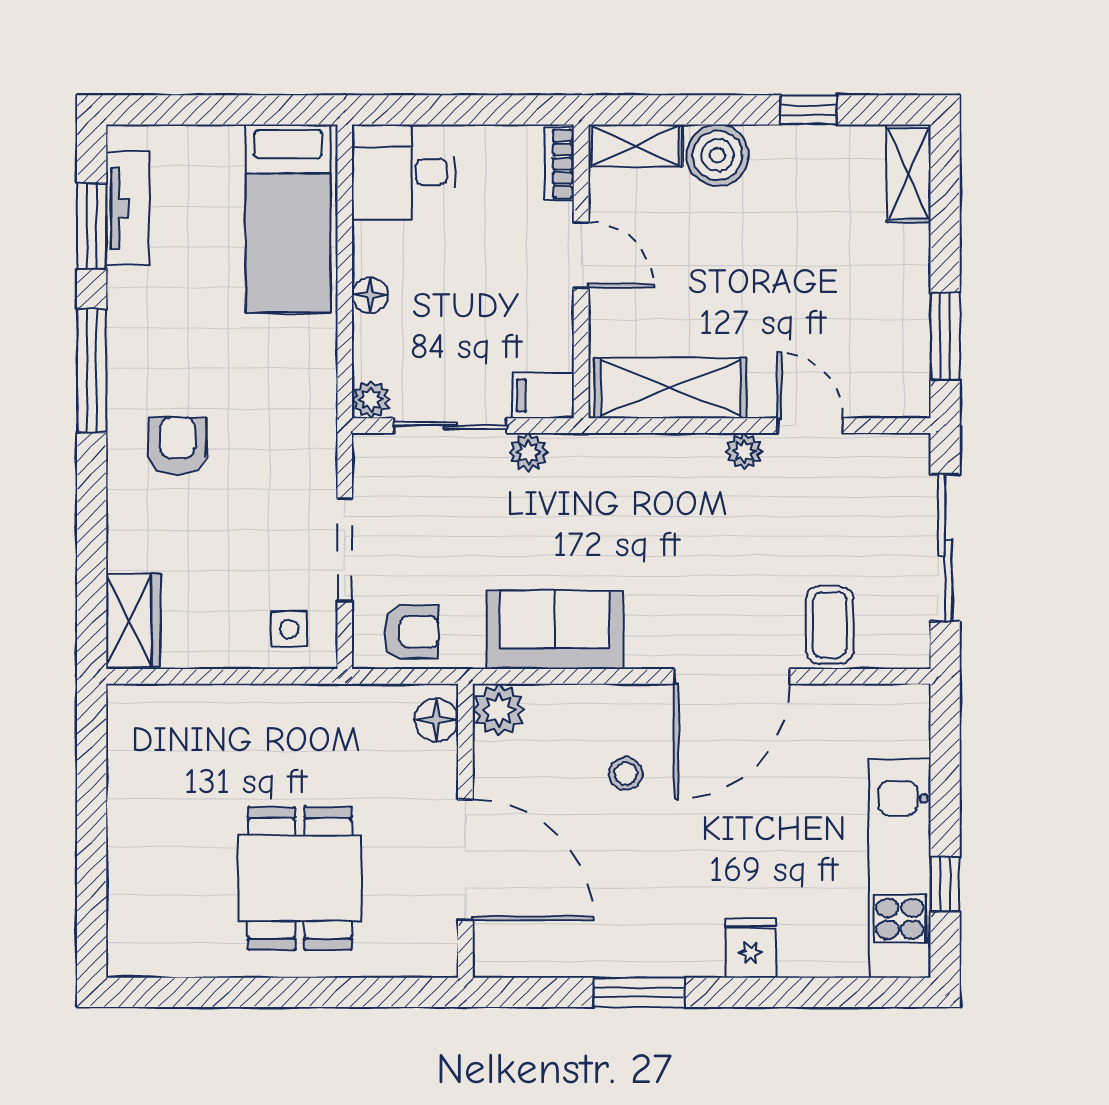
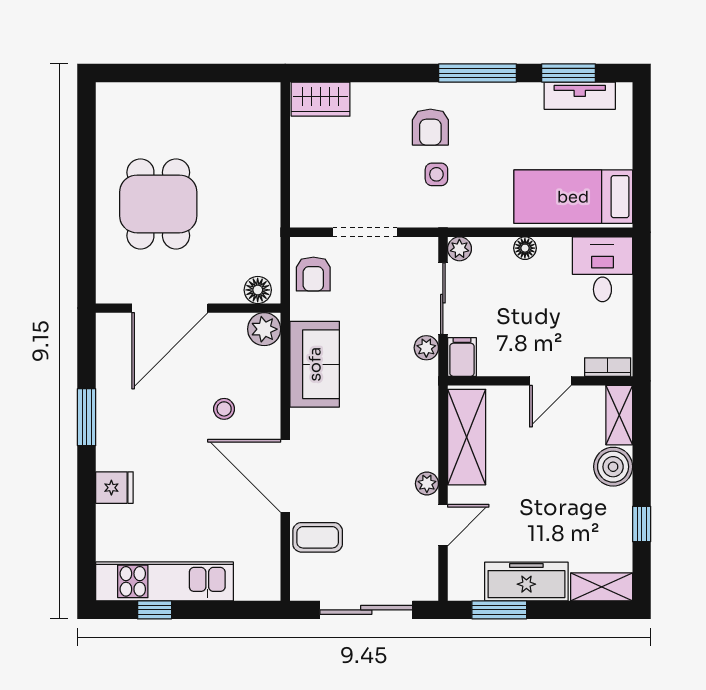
freezer: (900, 293) -> (526, 581), added
armchair: (178, 446) -> (430, 127), turned 90
side table: (289, 629) -> (436, 174), moved
dining table: (300, 878) -> (158, 204), turned 90

